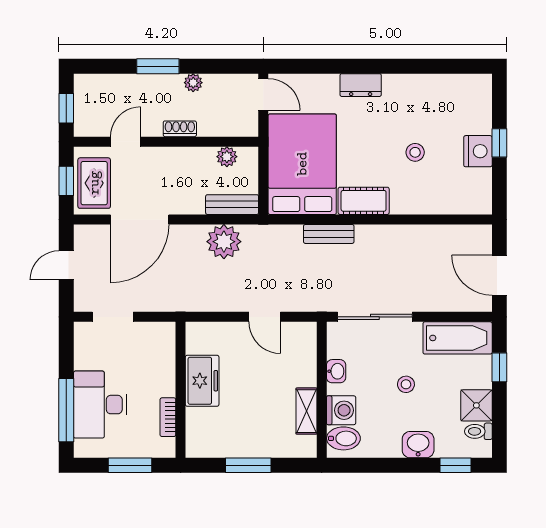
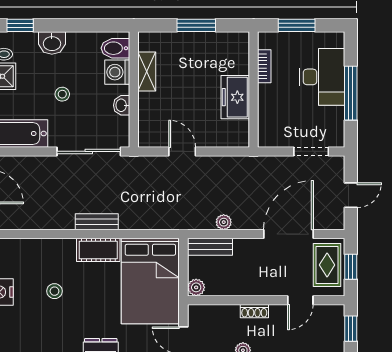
plant: (227, 157) -> (196, 287), moved
bench: (329, 234) -> (97, 222), moved
plant: (224, 242) -> (224, 222), width x0.53, depth x0.53
window: (66, 410) -> (351, 93), moved

